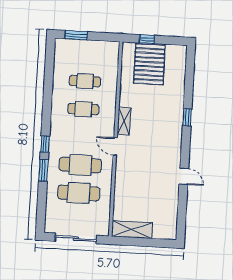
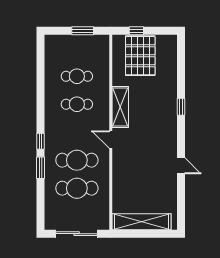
window: (76, 35) -> (83, 31), moved
shelving: (124, 121) -> (120, 107), width x1.50, depth x1.33
shelving: (132, 230) -> (141, 222), width x1.47

